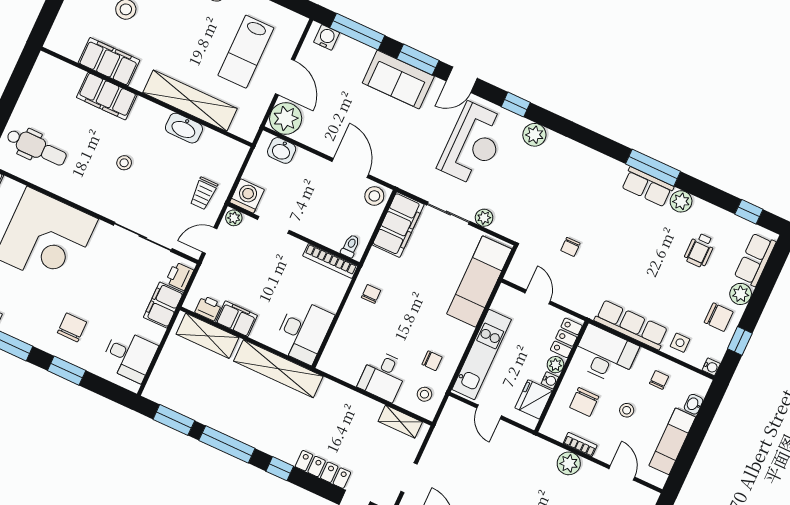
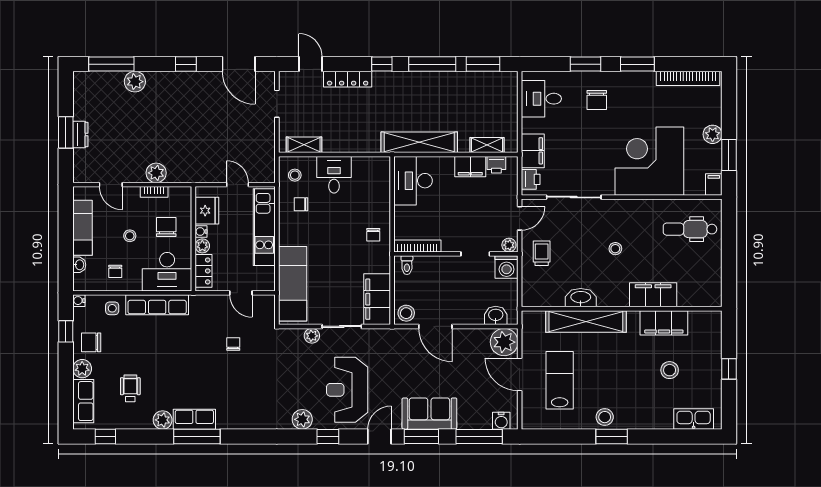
shelving: (207, 336) -> (487, 145), width x0.67, depth x0.75

